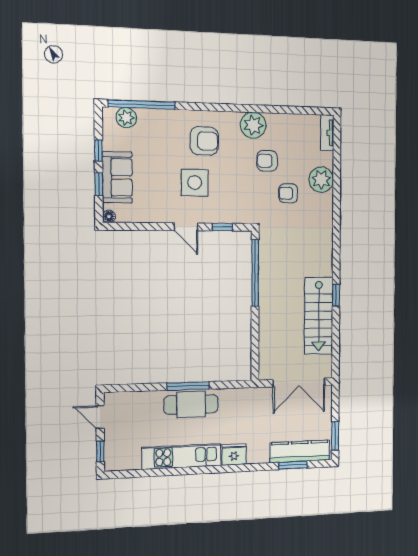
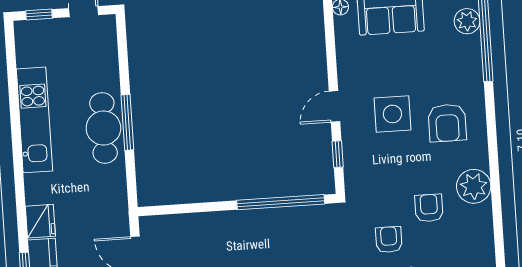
fridge: (234, 455) -> (40, 221), moved

